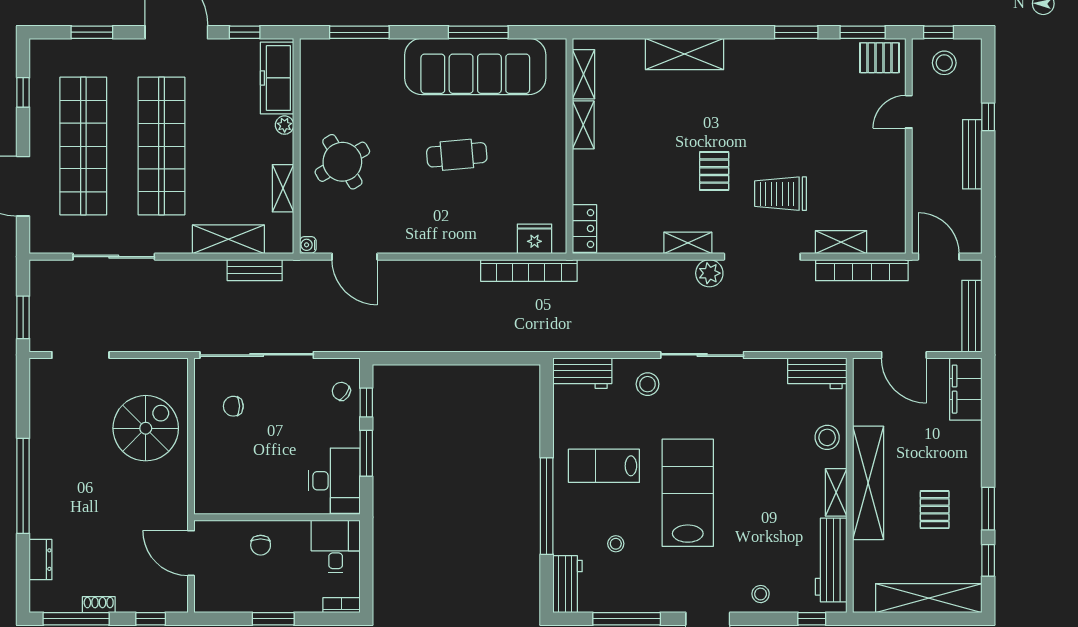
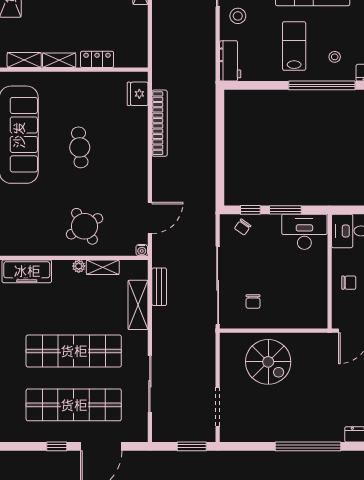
window: (23, 92) -> (57, 446), moved
plant: (285, 125) -> (79, 266), moved
locker: (584, 228) -> (97, 59), moved
bookcase: (529, 271) -> (159, 123), moved
spiral stairs: (146, 428) -> (268, 362), turned 180
lab bench: (604, 466) -> (294, 46), turned 180
stool: (616, 544) -> (335, 57), moved

